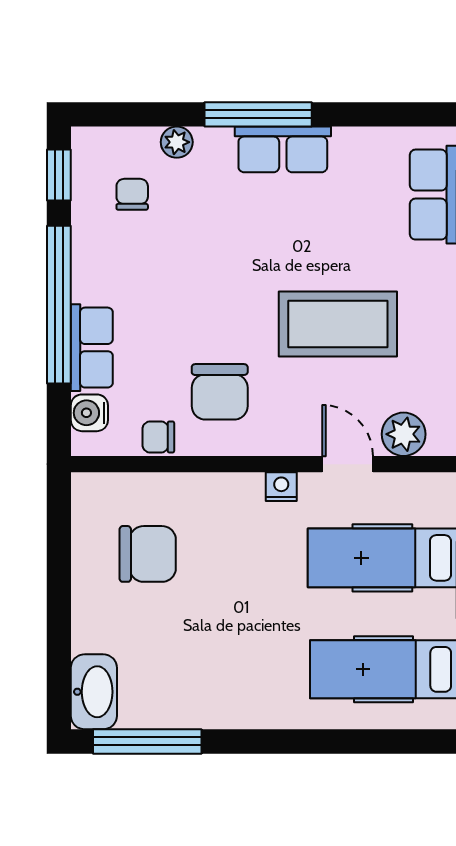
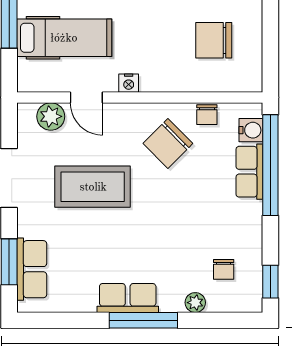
window: (59, 305) -> (270, 165), moved
chair: (220, 392) -> (168, 143), turned -135
chair: (158, 437) -> (207, 115), turned 90

